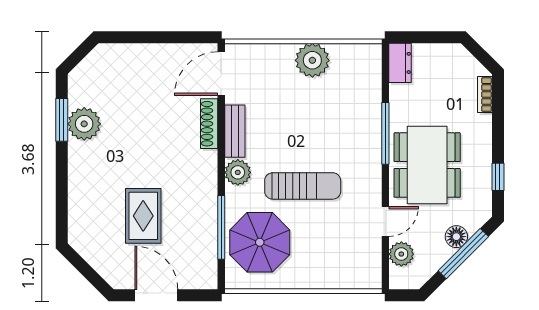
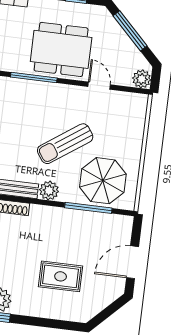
sun lounger: (303, 186) -> (65, 144), turned -125
rug: (143, 216) -> (61, 276), moved
floor lamp: (456, 237) -> (117, 34), removed
plant: (401, 254) -> (142, 79), moved

